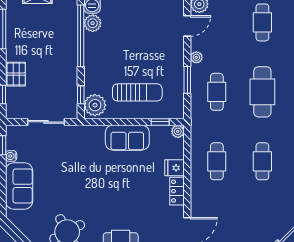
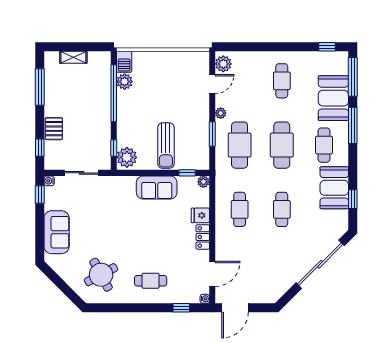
sun lounger: (137, 92) -> (166, 146), turned 90
cafe table: (217, 92) -> (240, 145), width x1.37, depth x1.35
water cooler: (11, 156) -> (49, 181), moved

